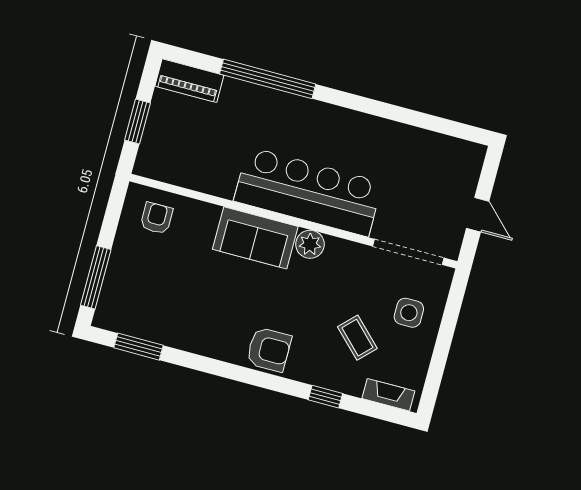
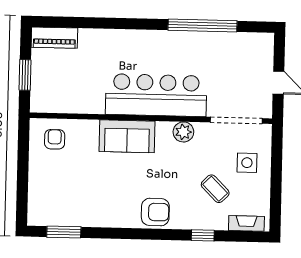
window: (268, 79) -> (202, 26), moved
plant: (310, 244) -> (183, 132), moved
window: (96, 277) -> (22, 191), removed

